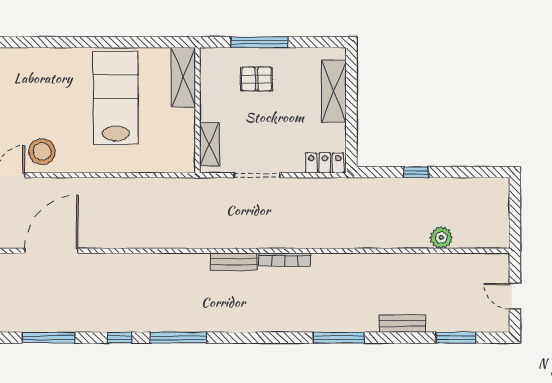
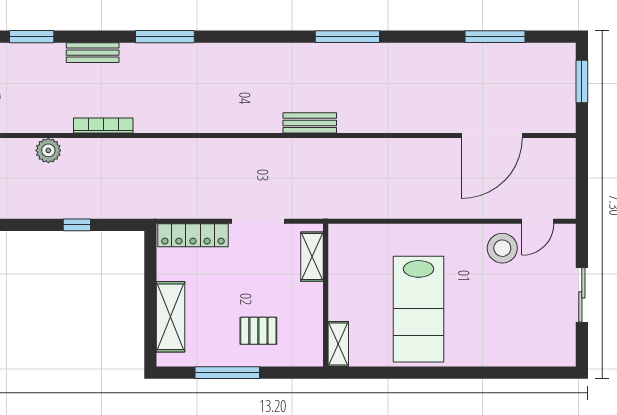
window: (259, 42) -> (227, 373), moved
shelving: (183, 77) -> (338, 344), width x0.67, depth x0.75
locker: (325, 163) -> (193, 235), width x1.53
bookcase: (285, 259) -> (103, 126), moved
bench: (234, 262) -> (310, 123), moved
window: (120, 338) -> (414, 37), removed

